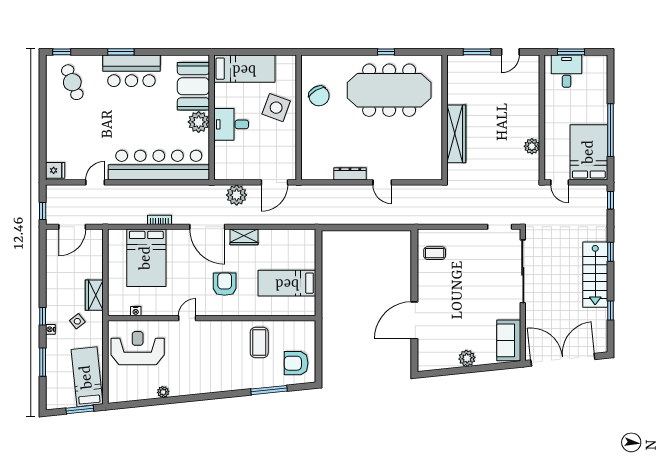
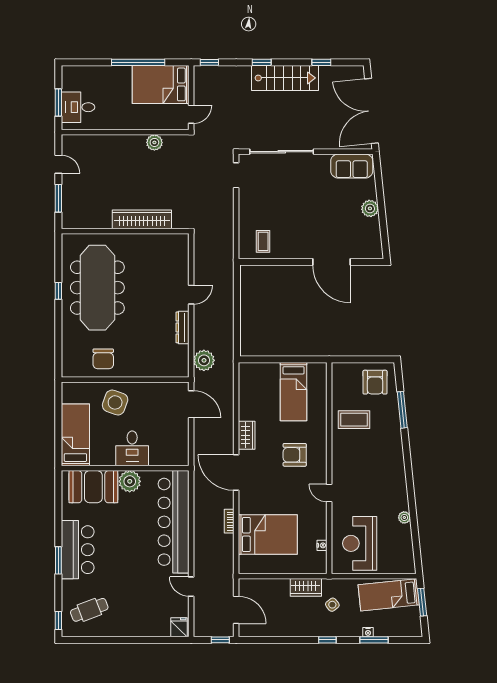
chair: (319, 96) -> (103, 359), turned 120
plant: (237, 195) -> (204, 360), moved
door: (207, 227) -> (236, 473), swing flipped
nightstand: (50, 329) -> (368, 632), moved

